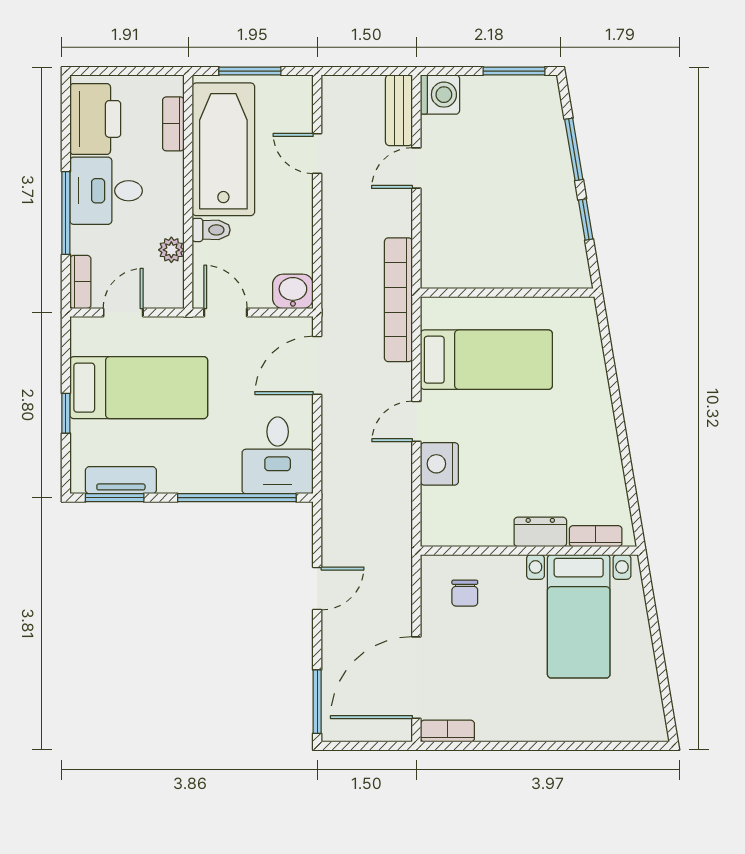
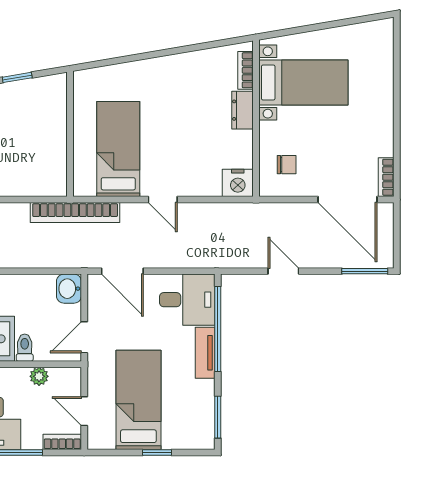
nightstand: (439, 464) -> (238, 183), moved
tv unit: (121, 480) -> (205, 353), moved

